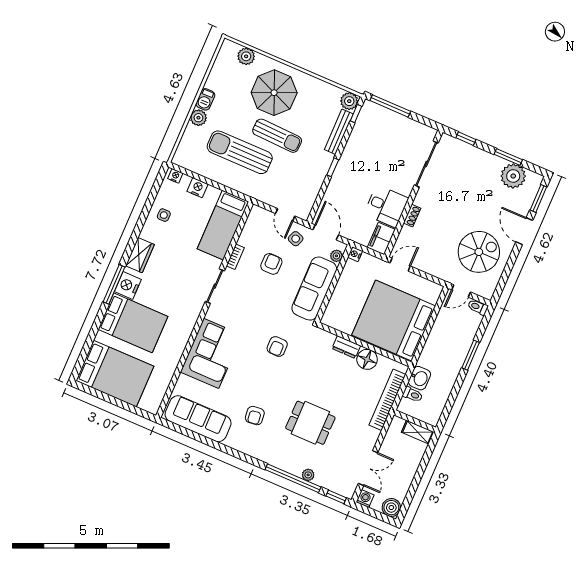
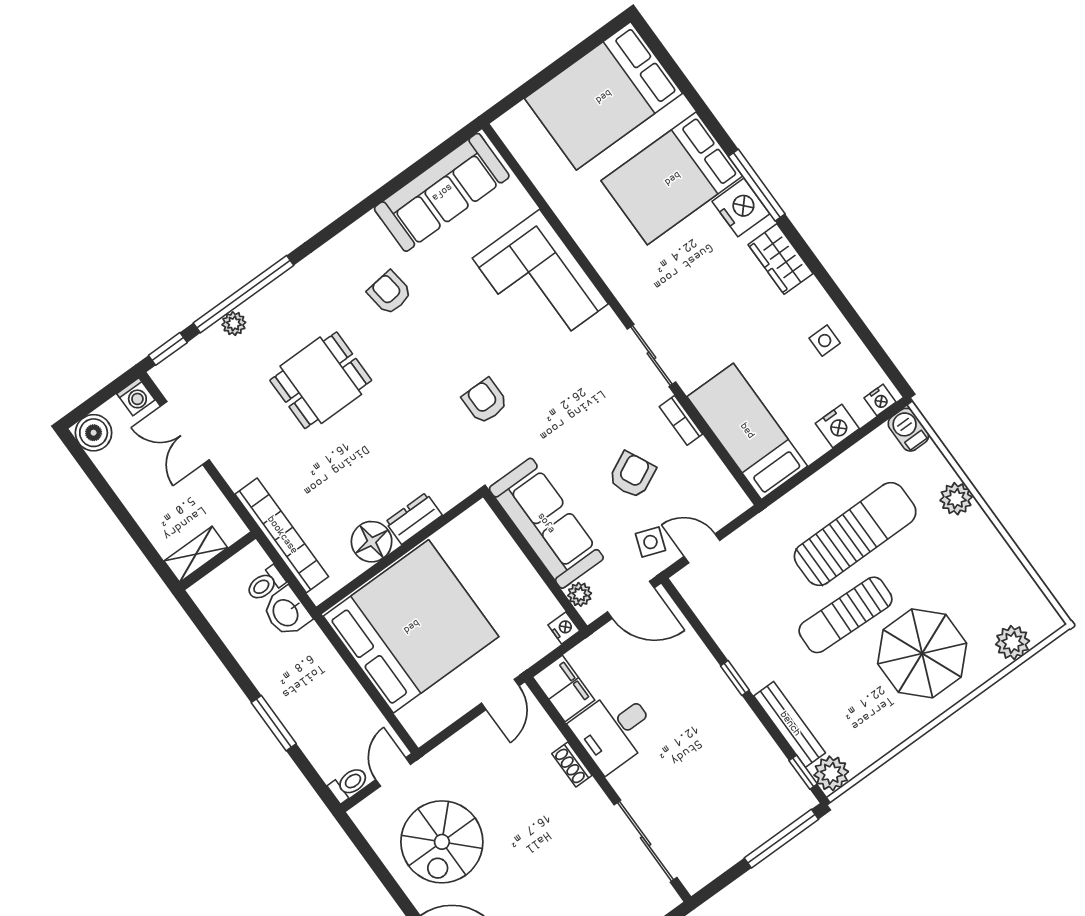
barbecue: (205, 99) -> (908, 430), moved
armchair: (271, 264) -> (632, 475), turned -116

